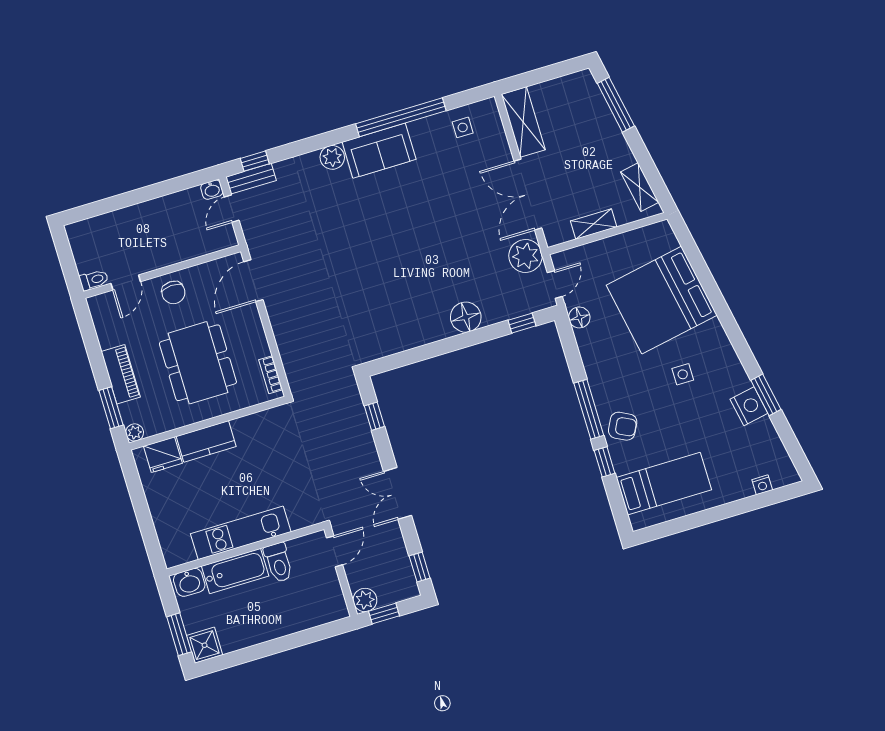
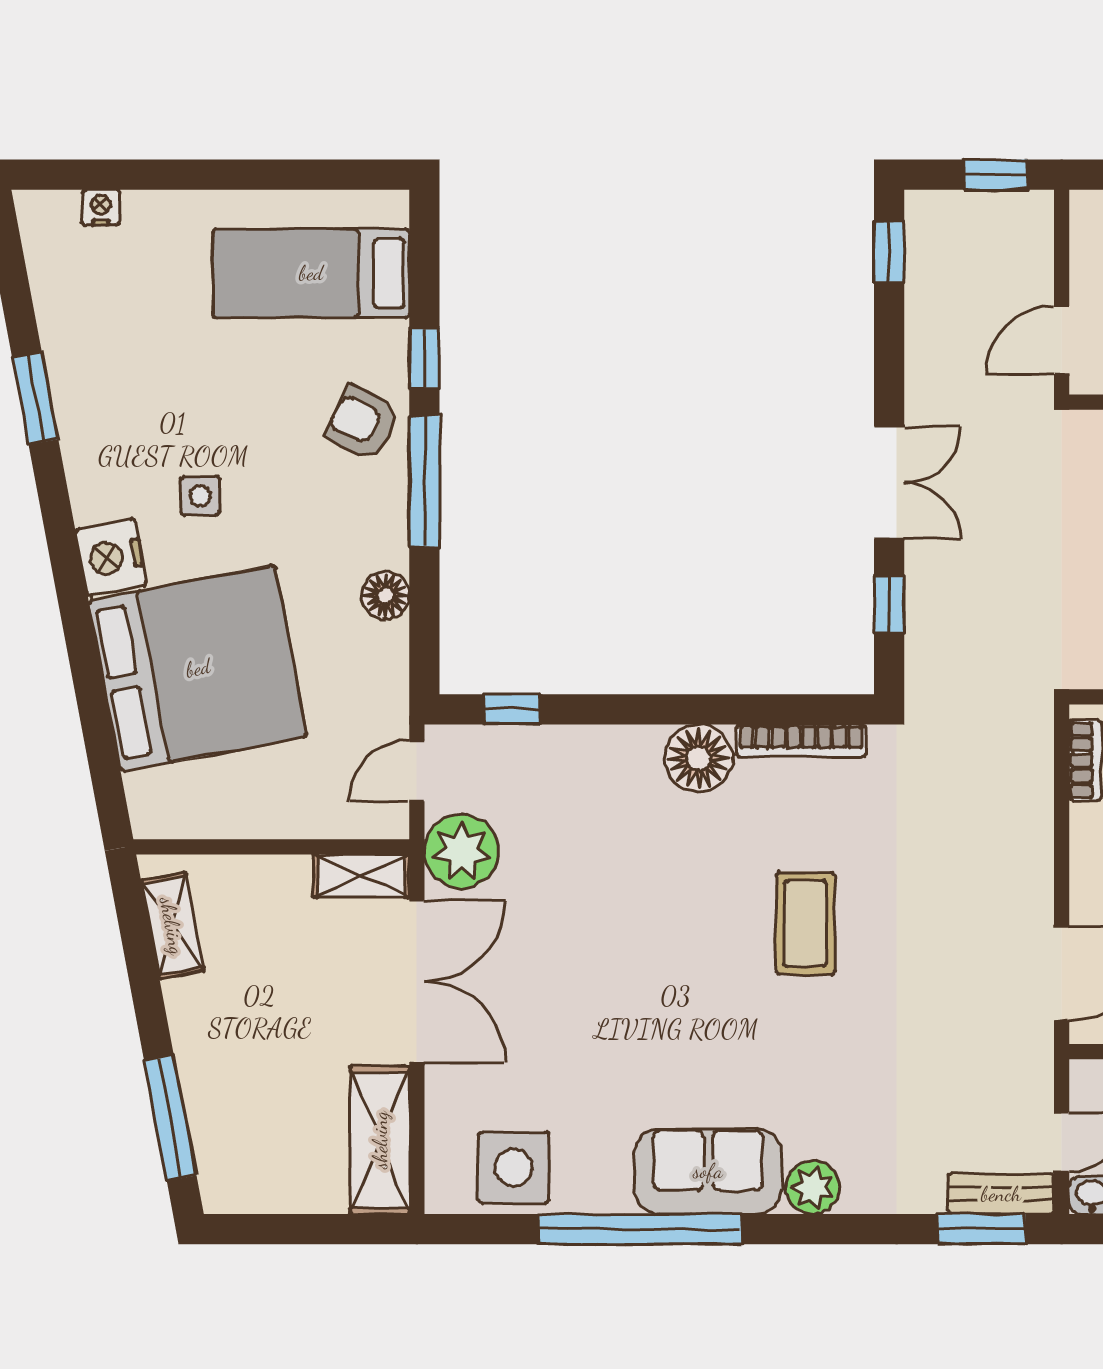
side table: (463, 127) -> (514, 1167), width x1.87, depth x1.87
window: (255, 161) -> (982, 1229), width x1.50
shelving: (594, 224) -> (362, 876), moved
coffee table: (369, 269) -> (805, 923), added
floor lamp: (466, 317) -> (699, 758), moved
floor lamp: (579, 317) -> (386, 595), moved
bookcase: (395, 347) -> (801, 741), added
nightstand: (749, 406) -> (111, 557), moved
double door: (397, 493) -> (889, 483), moved
plant: (365, 600) -> (1028, 216), removed

